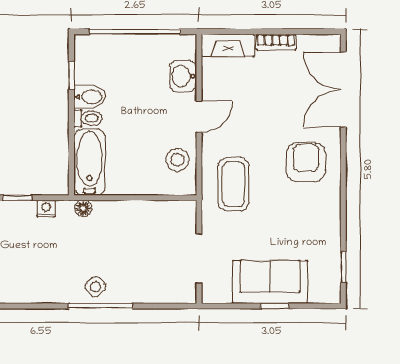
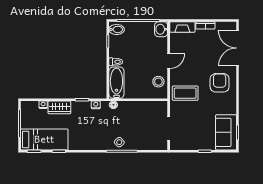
washbasin: (183, 76) -> (161, 29), moved
bidet: (90, 97) -> (117, 29), moved
coffee table: (234, 184) -> (185, 93), turned 90
sofa: (270, 282) -> (226, 132), moved, turned -90

